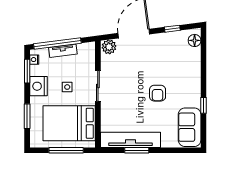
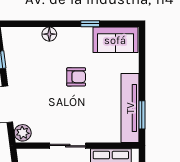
floor lamp: (195, 40) -> (49, 34), moved
window: (137, 150) -> (142, 115), moved

